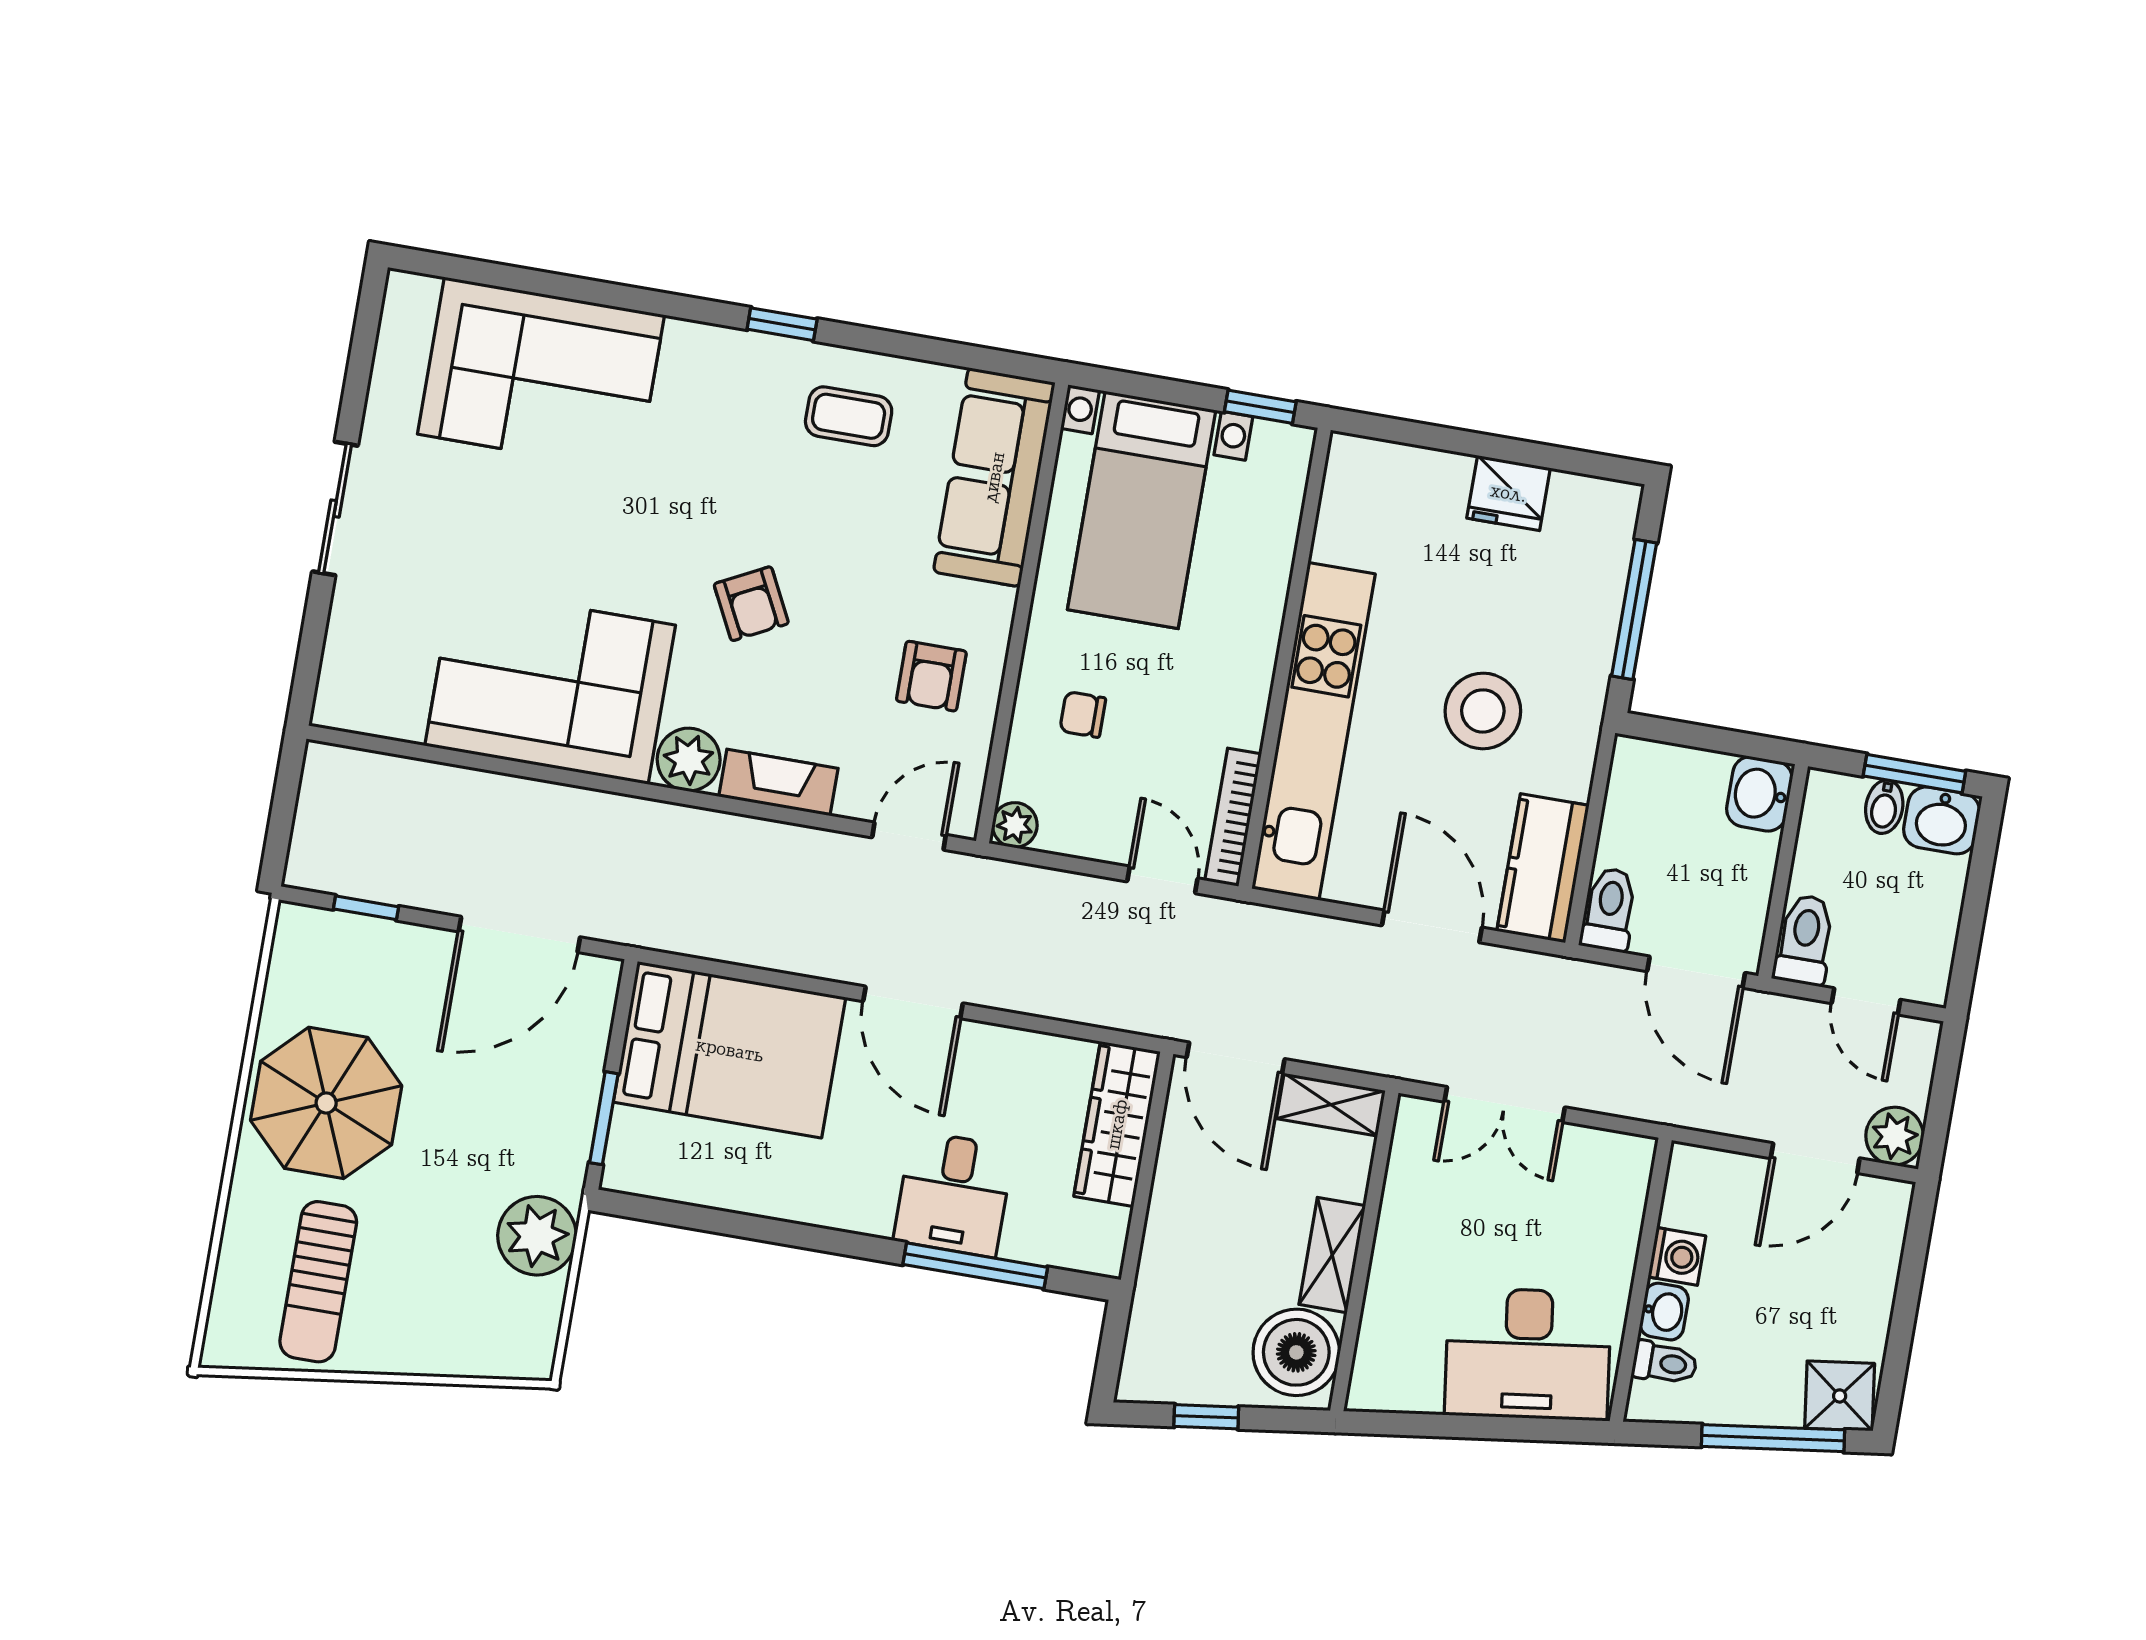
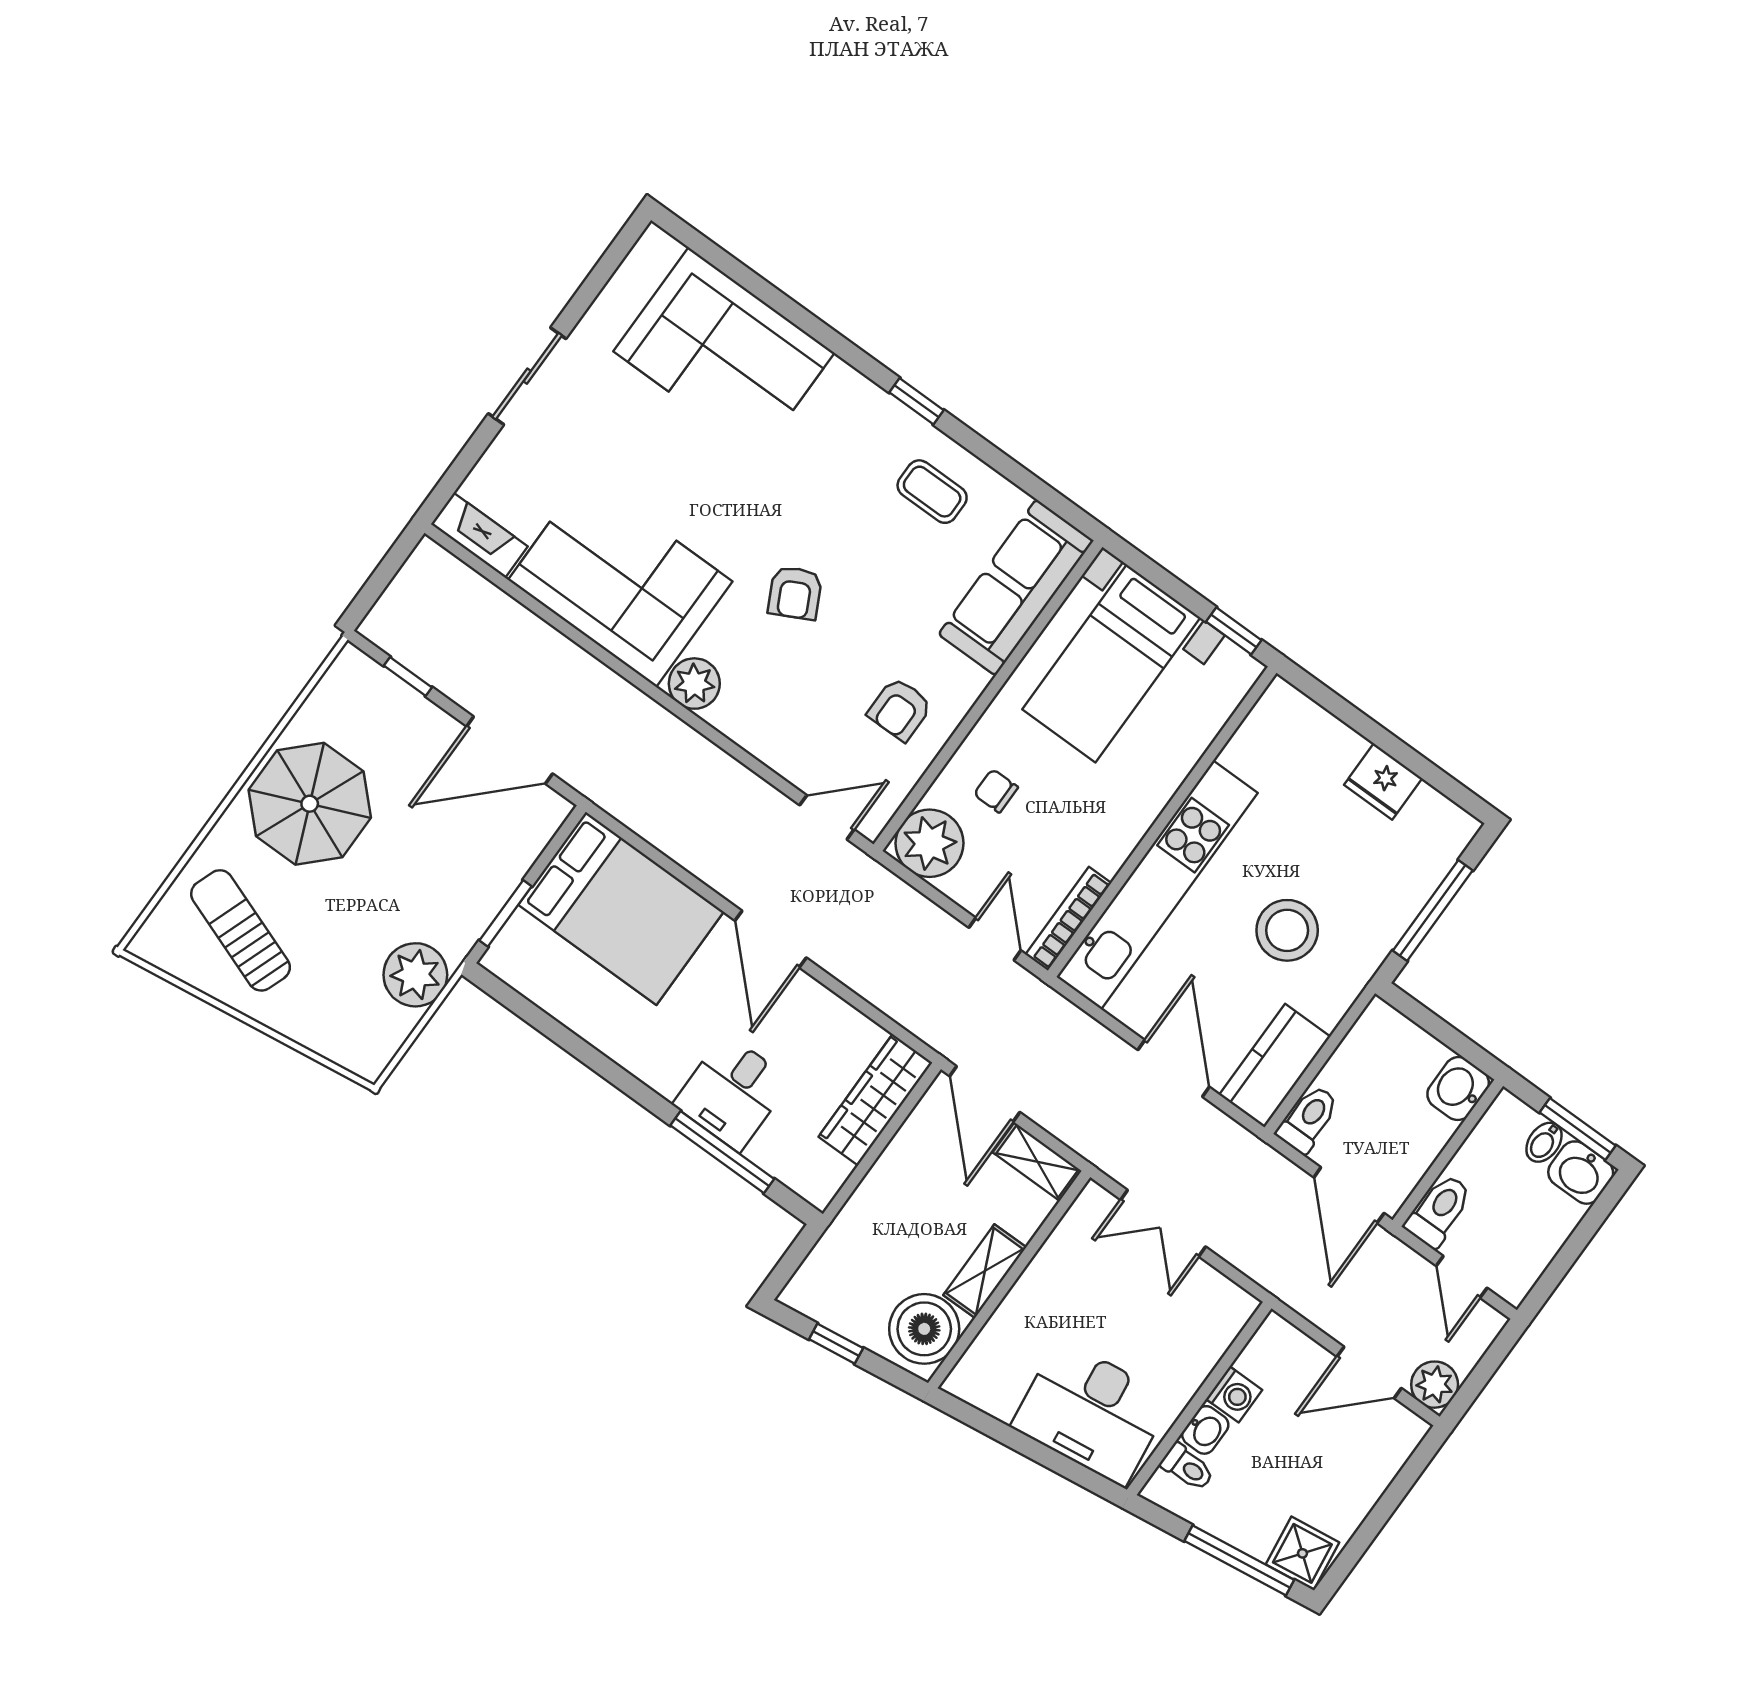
fireplace: (778, 782) -> (480, 535), moved
plant: (1015, 825) -> (929, 843), width x1.88, depth x1.88
sun lounger: (318, 1282) -> (241, 930), turned 110

